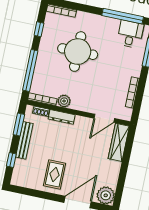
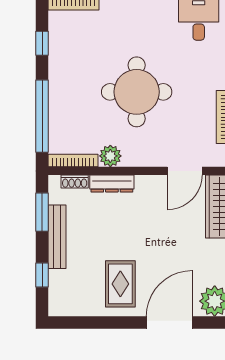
round table: (78, 52) -> (137, 92), moved

